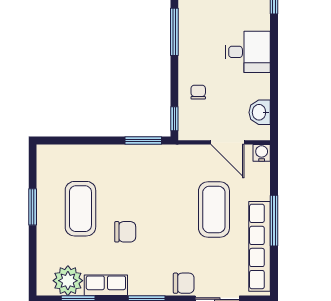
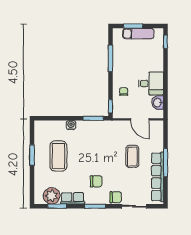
desk: (248, 52) -> (151, 83), moved
water cooler: (262, 153) -> (71, 125), moved
coffee table: (214, 209) -> (132, 156), width x0.73, depth x0.76
chair: (125, 232) -> (96, 181), moved

